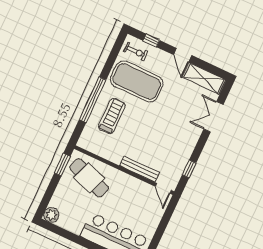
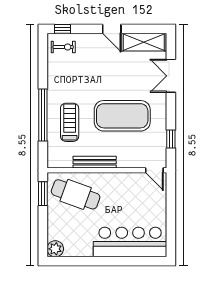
window: (151, 41) -> (63, 29), moved
exercise mat: (137, 81) -> (122, 116), moved
bench: (140, 169) -> (95, 162), moved

